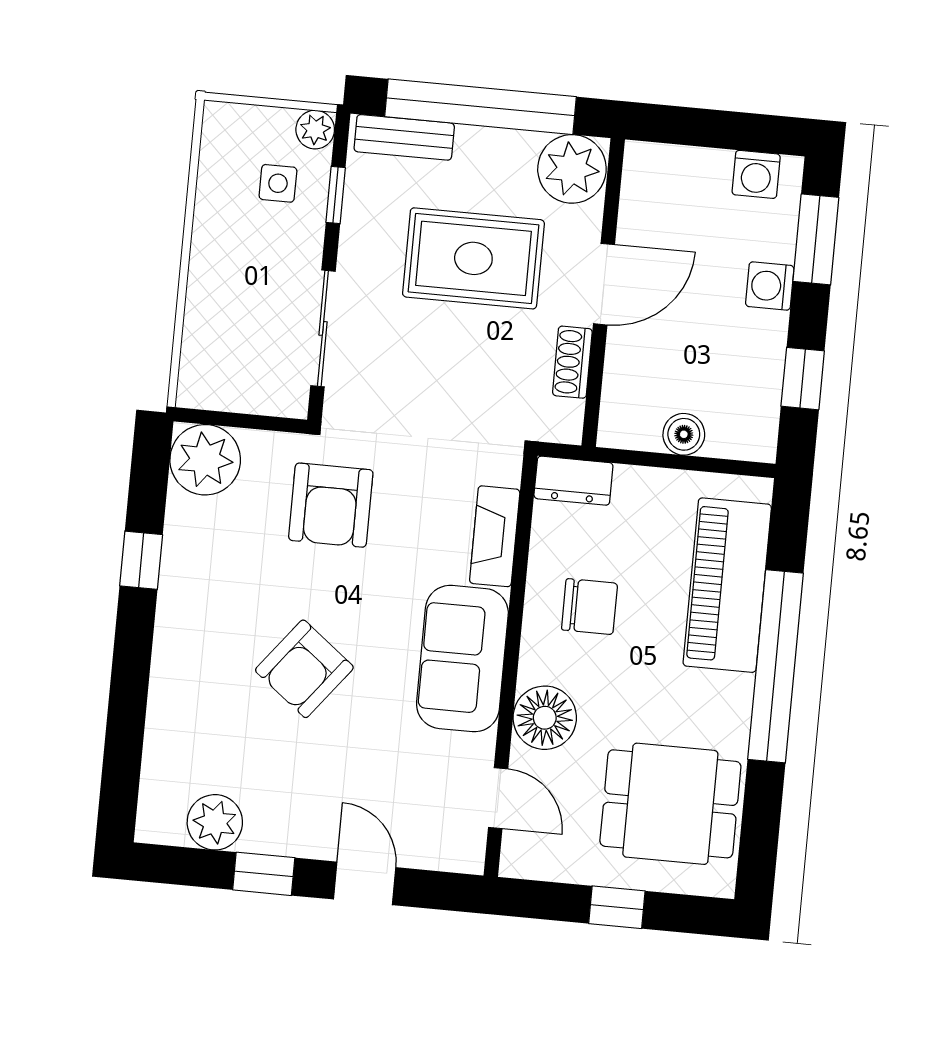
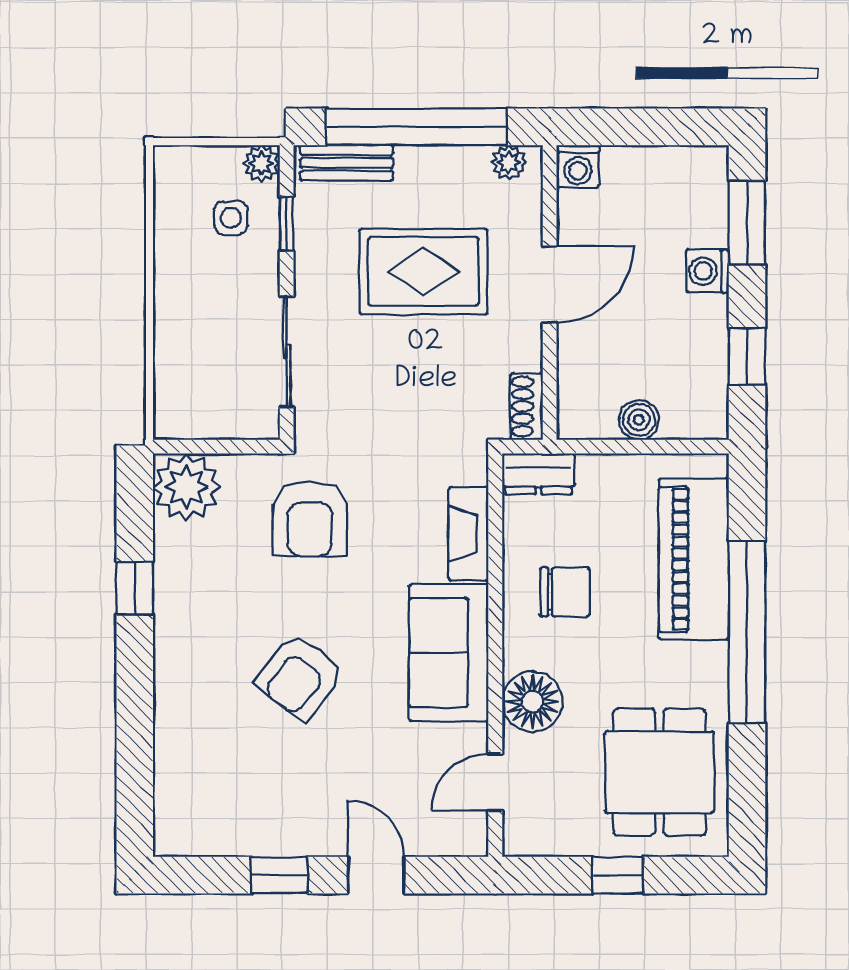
plant: (572, 169) -> (509, 162), width x0.53, depth x0.53
washing machine: (756, 174) -> (578, 166), moved
shoe rack: (572, 362) -> (527, 406), moved
door: (498, 798) -> (495, 782), swing flipped
dining table: (670, 804) -> (659, 772), turned 90
plant: (215, 822) -> (228, 831), removed

